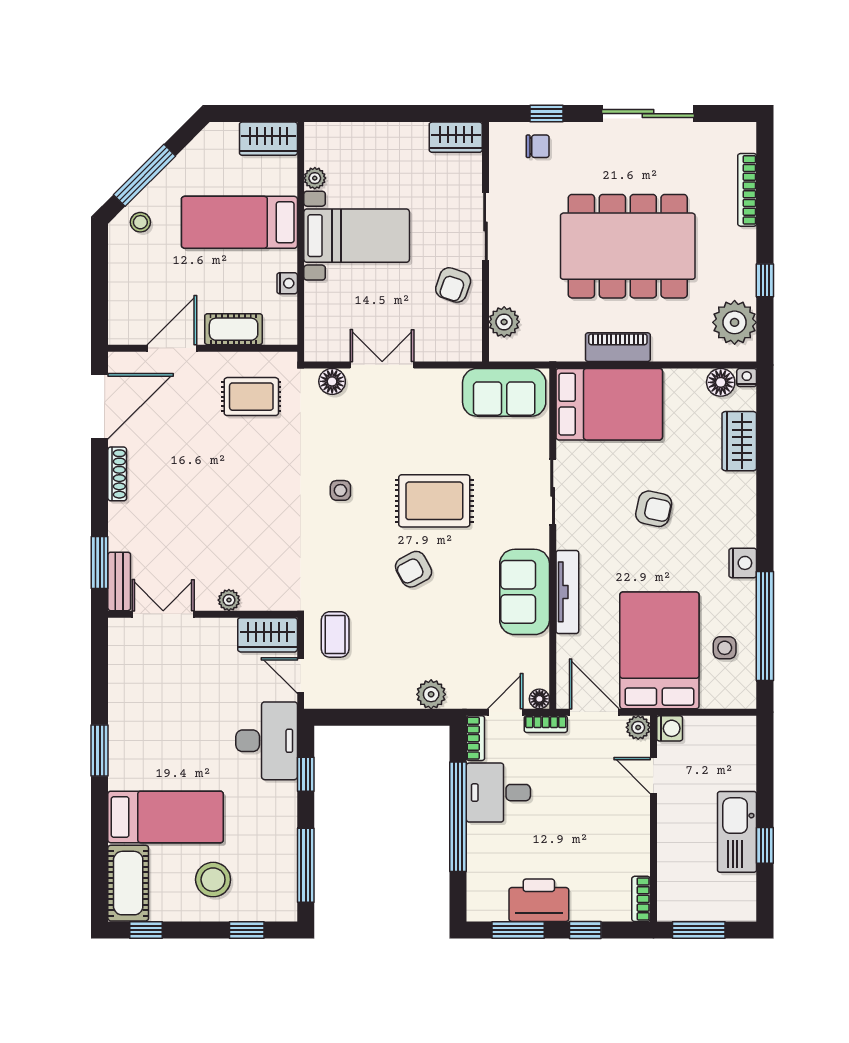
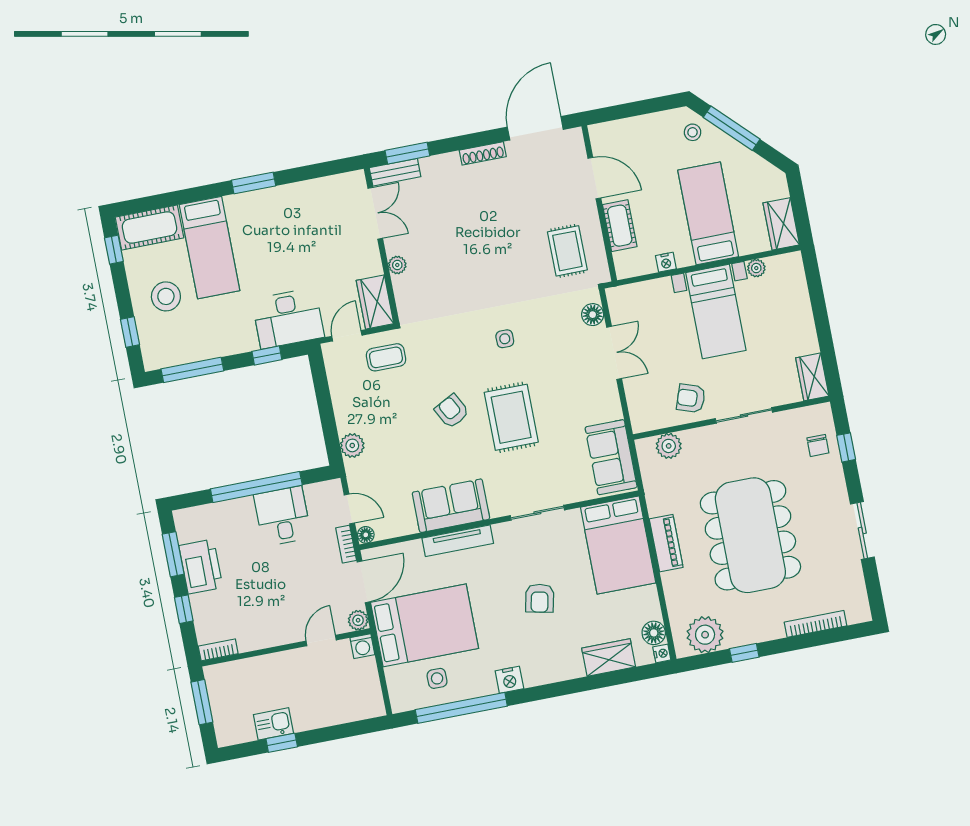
sliding door: (648, 114) -> (862, 531), width x0.73
door: (100, 406) -> (535, 128), swing flipped
bookcase: (475, 738) -> (323, 489), removed
kitchen sink: (737, 832) -> (273, 724), width x0.53, depth x0.81

